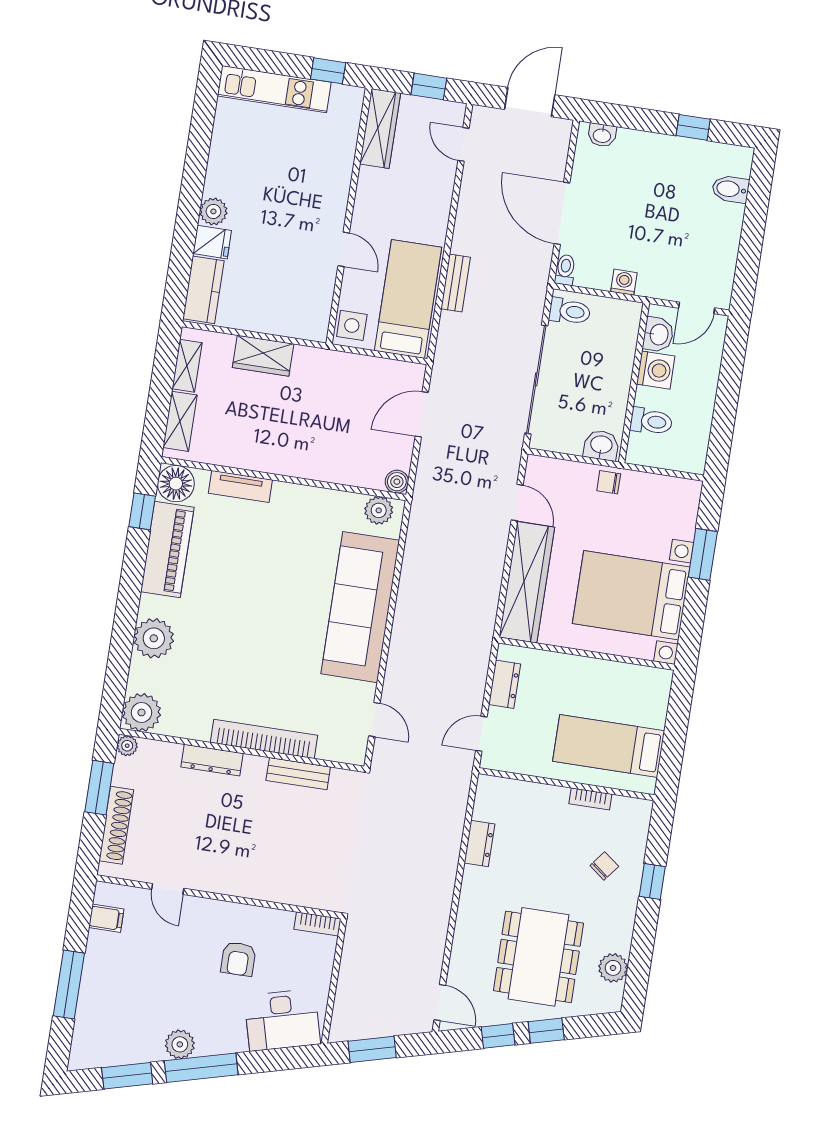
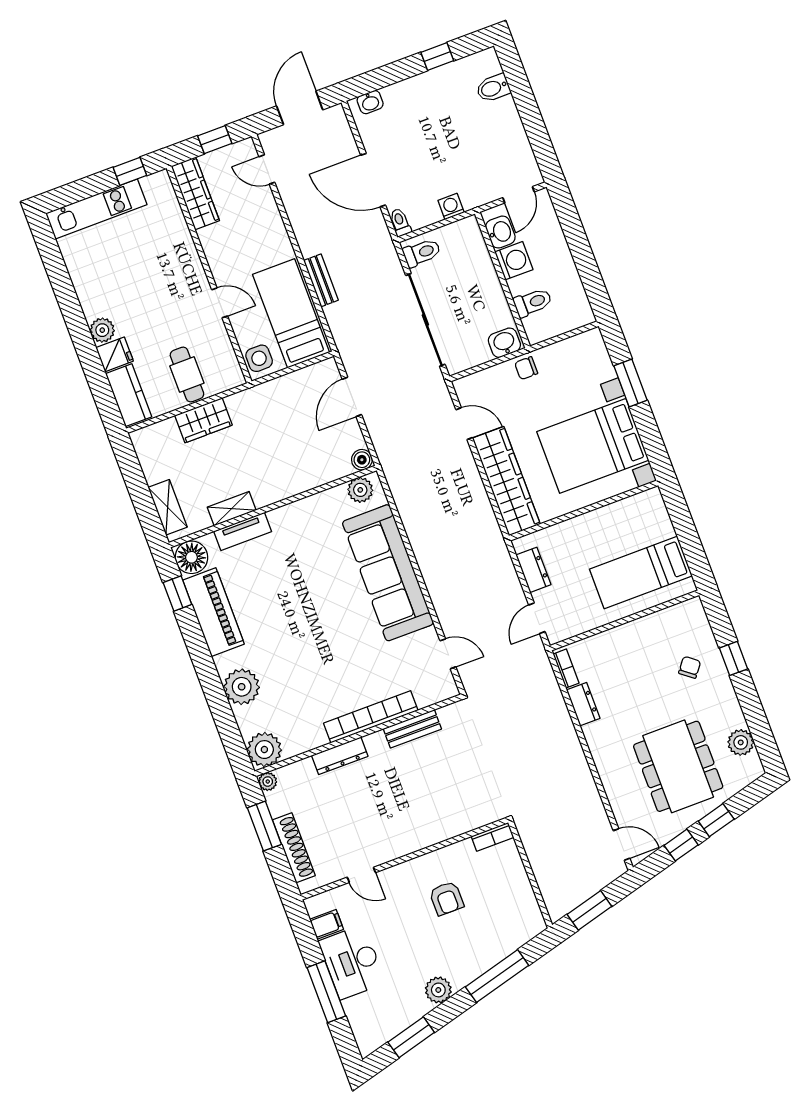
cafe table: (272, 302) -> (187, 375), added
shelving: (187, 366) -> (232, 509), moved, turned 90
bookcase: (590, 799) -> (566, 669), moved, turned -90
desk: (282, 1020) -> (352, 962), moved, turned 105
window: (201, 1068) -> (497, 976), moved

